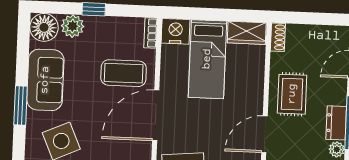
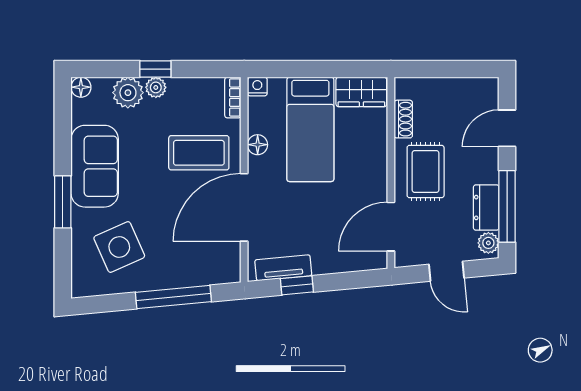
plant: (93, 23) -> (156, 87), added
floor lamp: (44, 27) -> (81, 87), width x0.53, depth x0.53
nightstand: (176, 31) -> (257, 87), width x0.53, depth x0.56
shoe rack: (278, 37) -> (403, 119), moved
floor lamp: (168, 69) -> (258, 145), added

